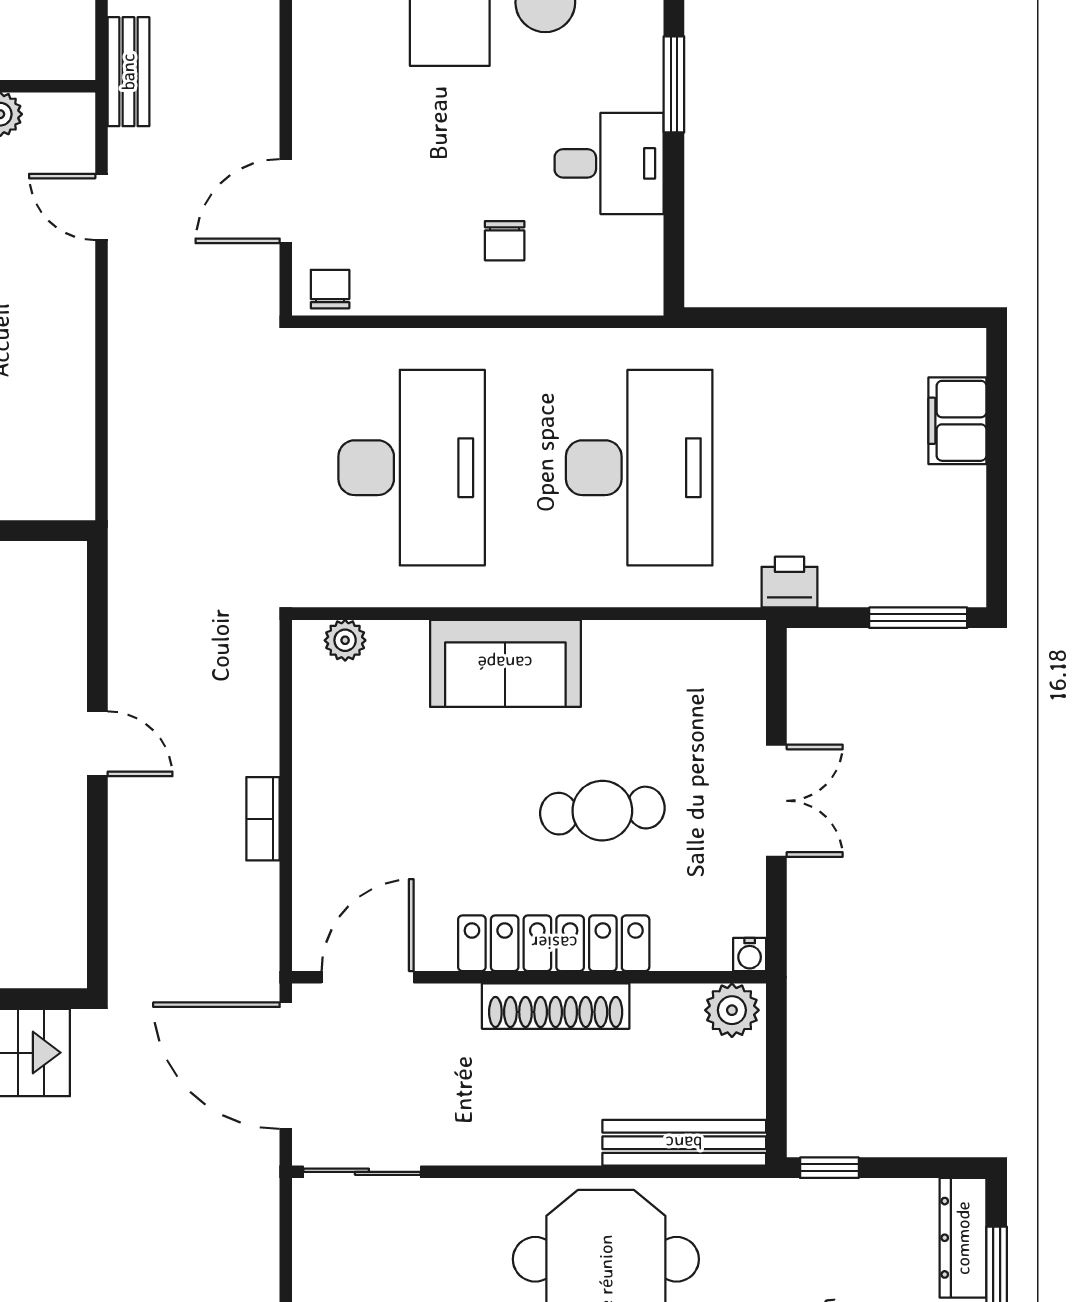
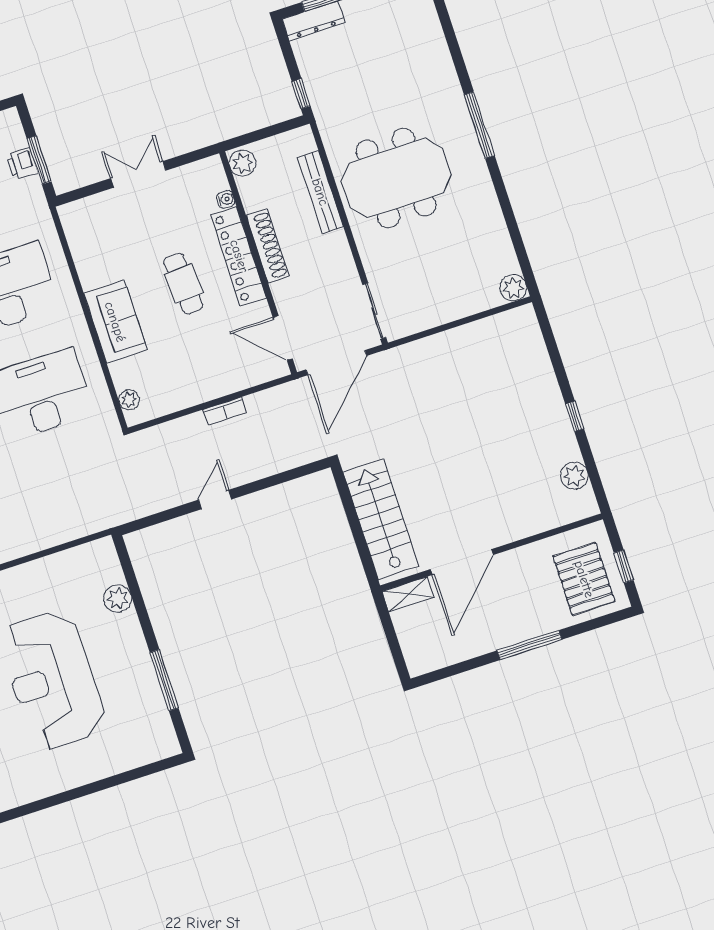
printer: (790, 582) -> (22, 164), moved
window: (918, 618) -> (39, 160), moved
cafe table: (602, 811) -> (183, 283), moved
water cooler: (750, 954) -> (226, 199), moved
bench: (684, 1143) -> (320, 192), moved

